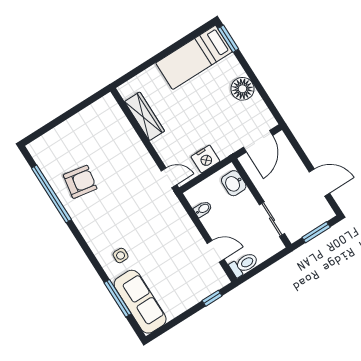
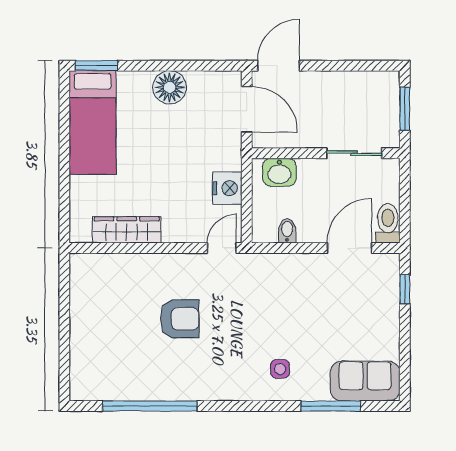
armchair: (80, 182) -> (180, 319), moved, turned 80
door: (319, 183) -> (279, 66), moved
door: (216, 251) -> (349, 248), width x1.38
sofa: (140, 302) -> (365, 381), width x0.73

